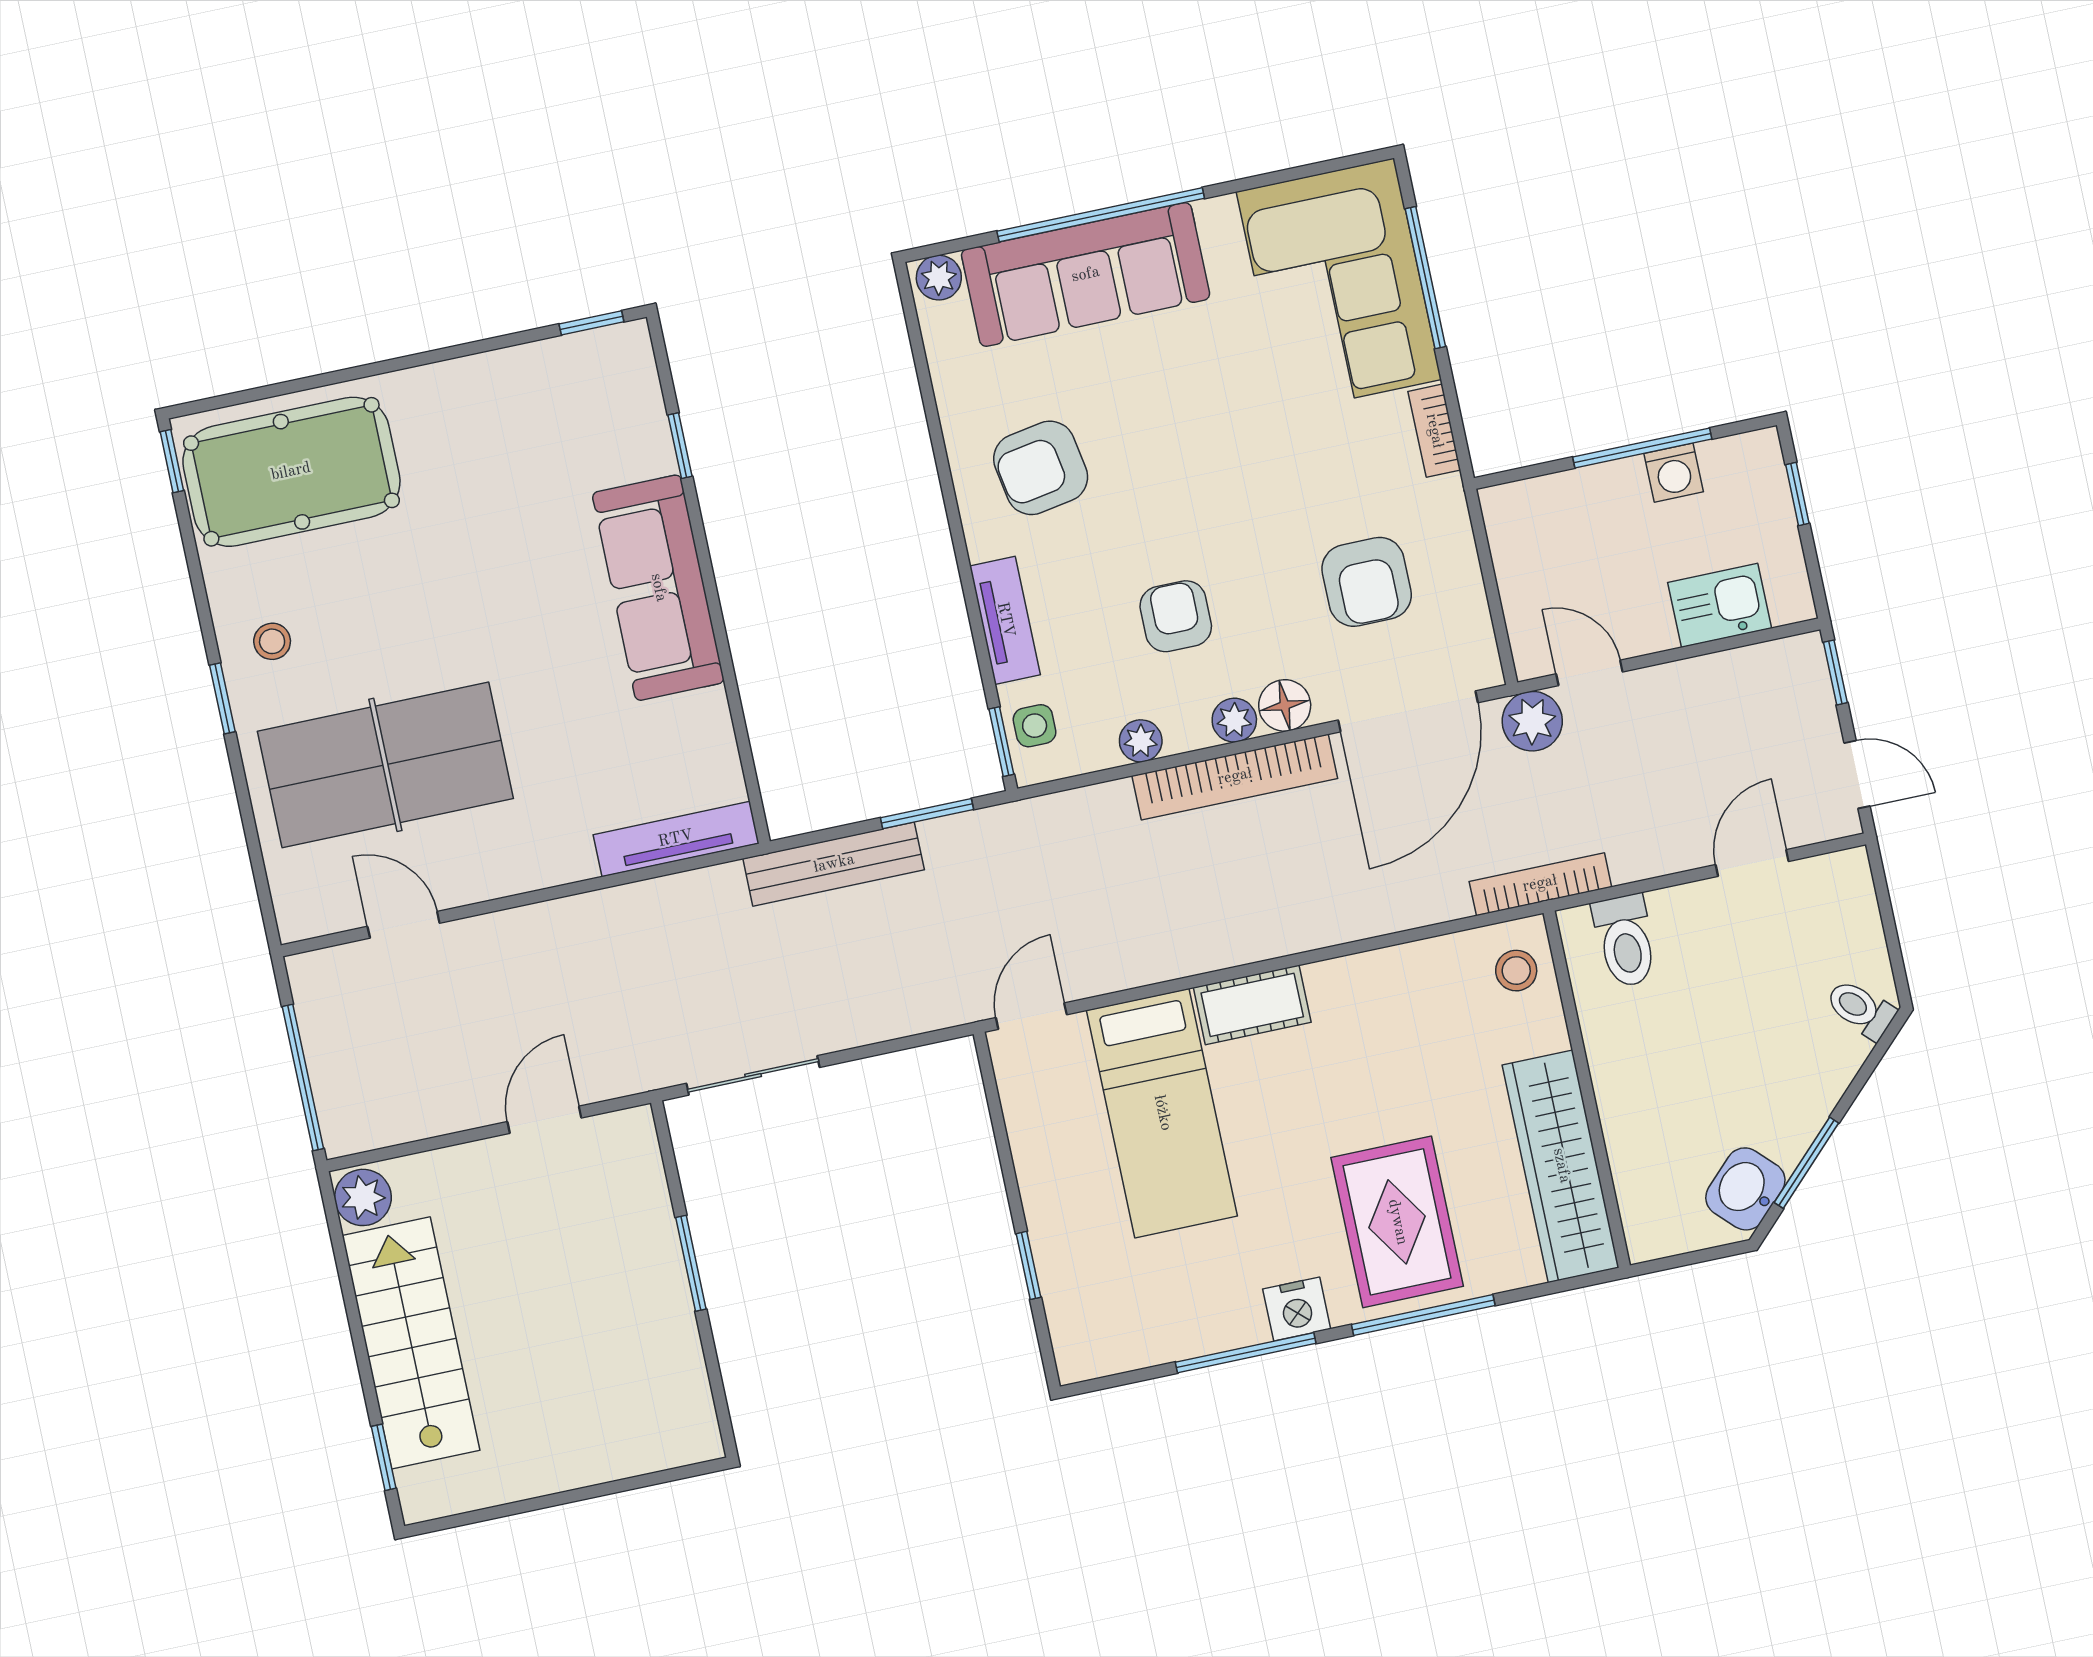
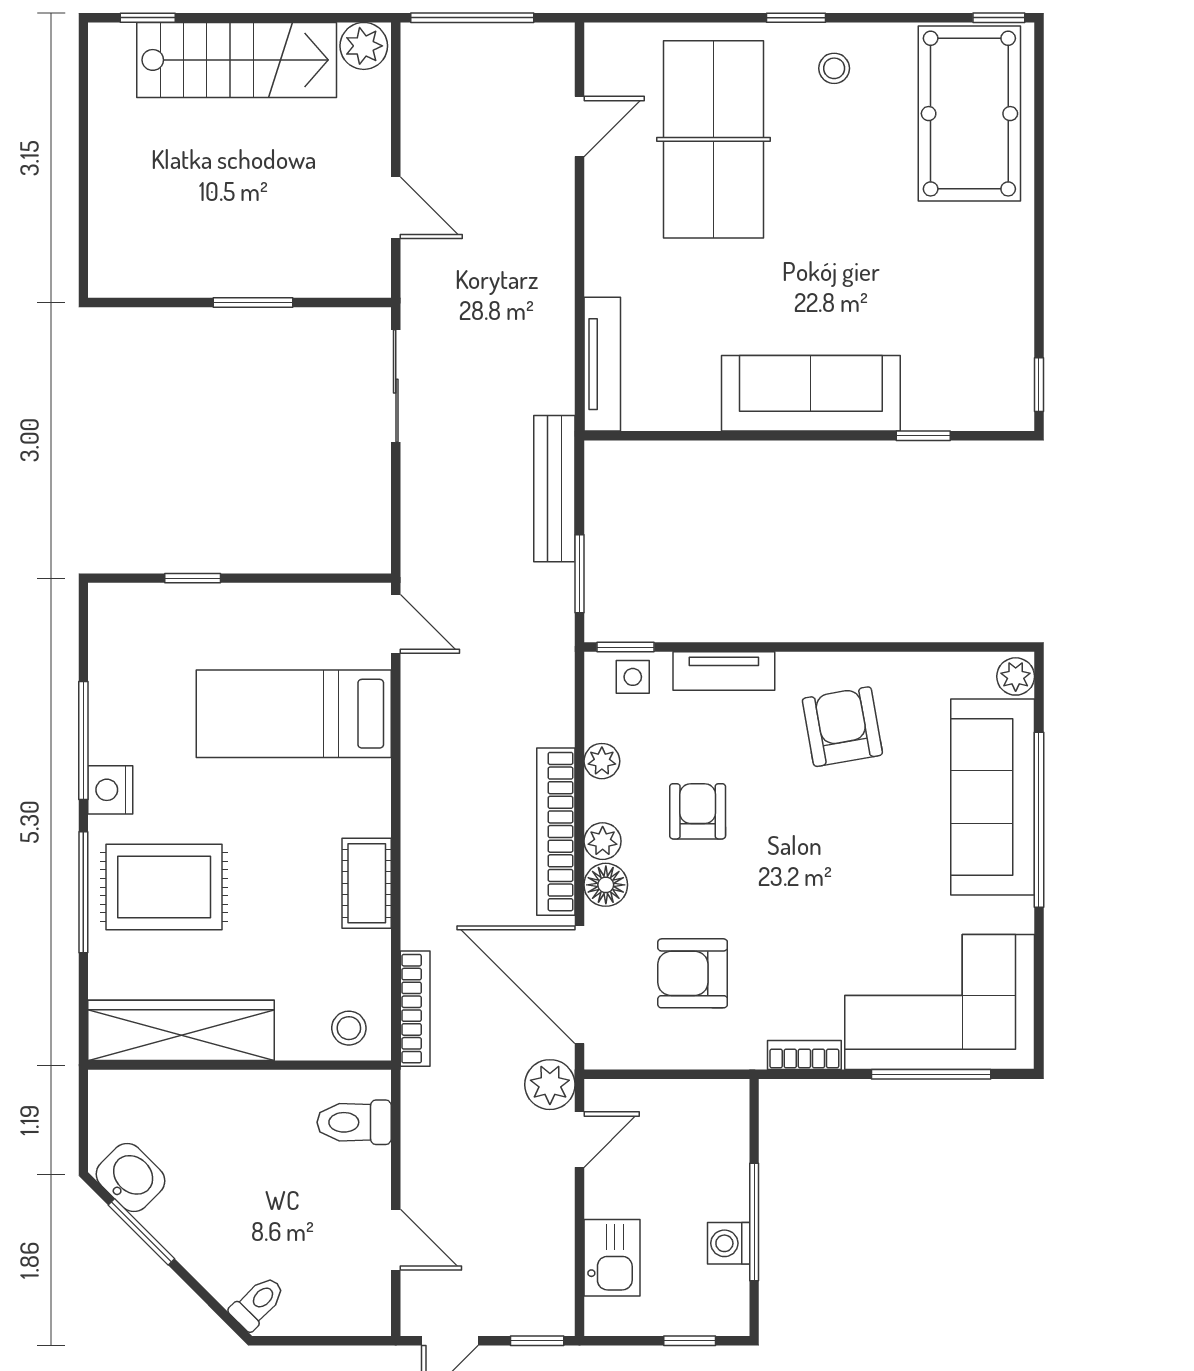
armchair: (1176, 616) -> (698, 811), turned -90
bookcase: (1540, 884) -> (415, 1009), moved
cot: (1252, 1005) -> (367, 883), moved

